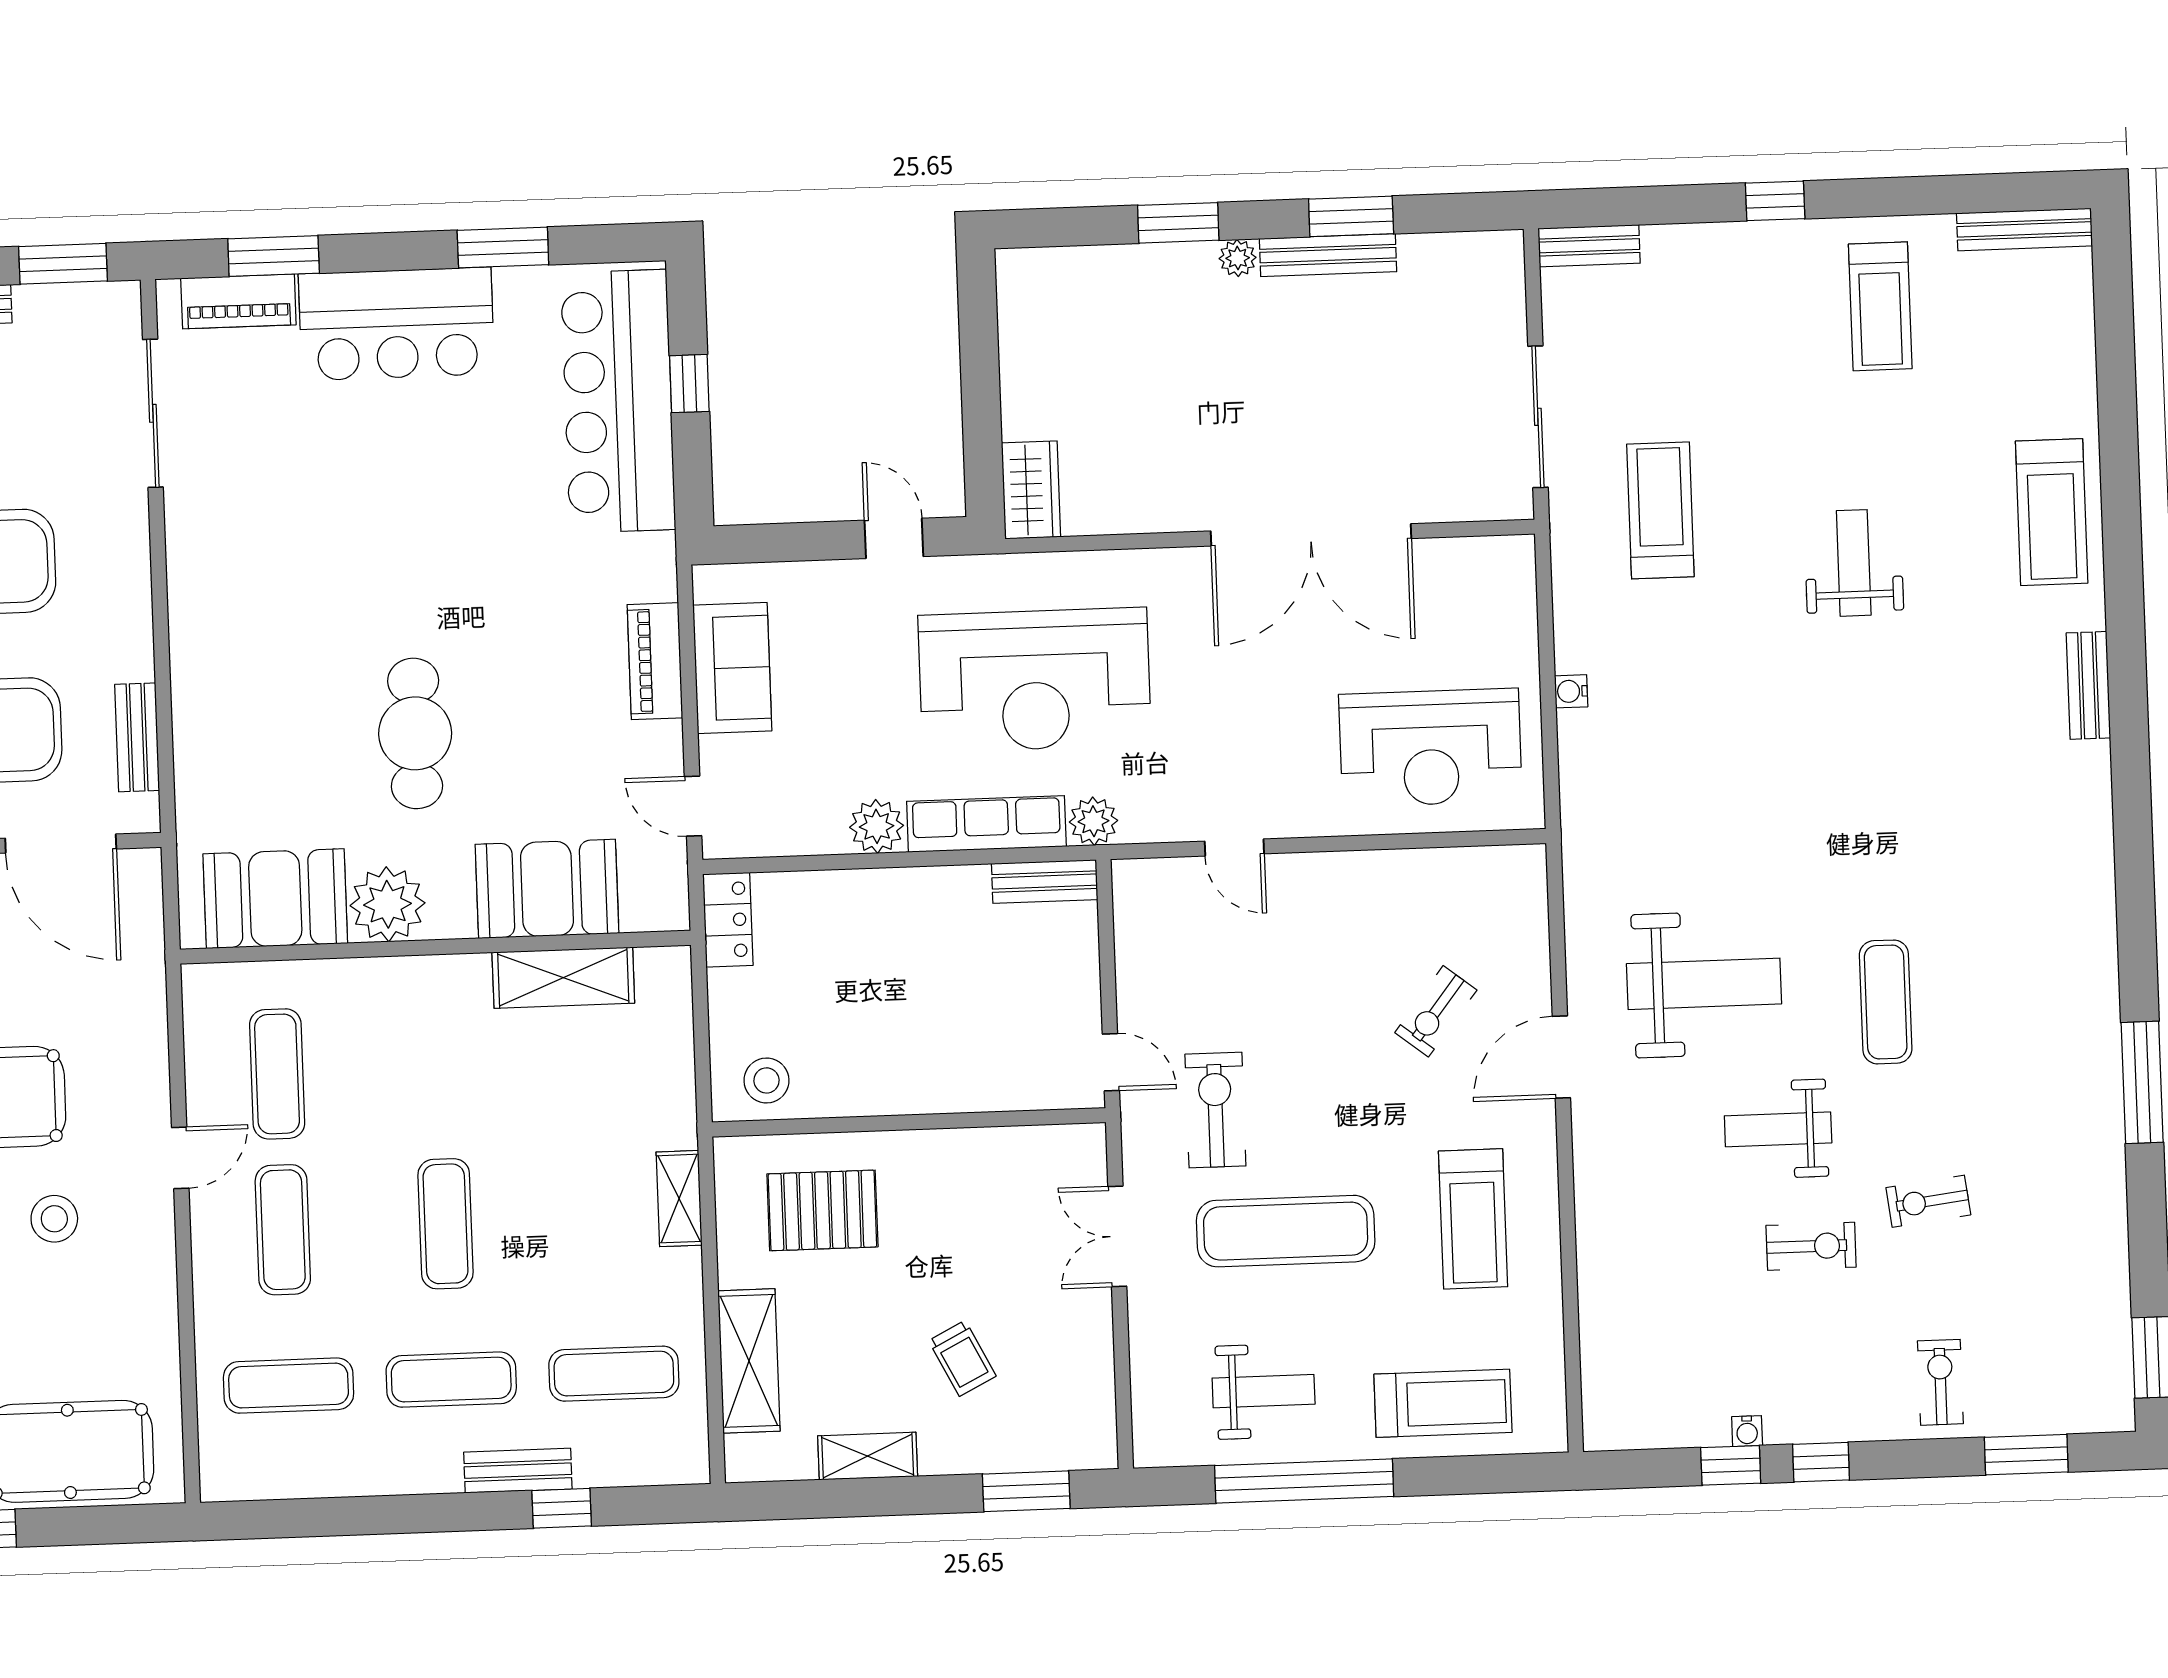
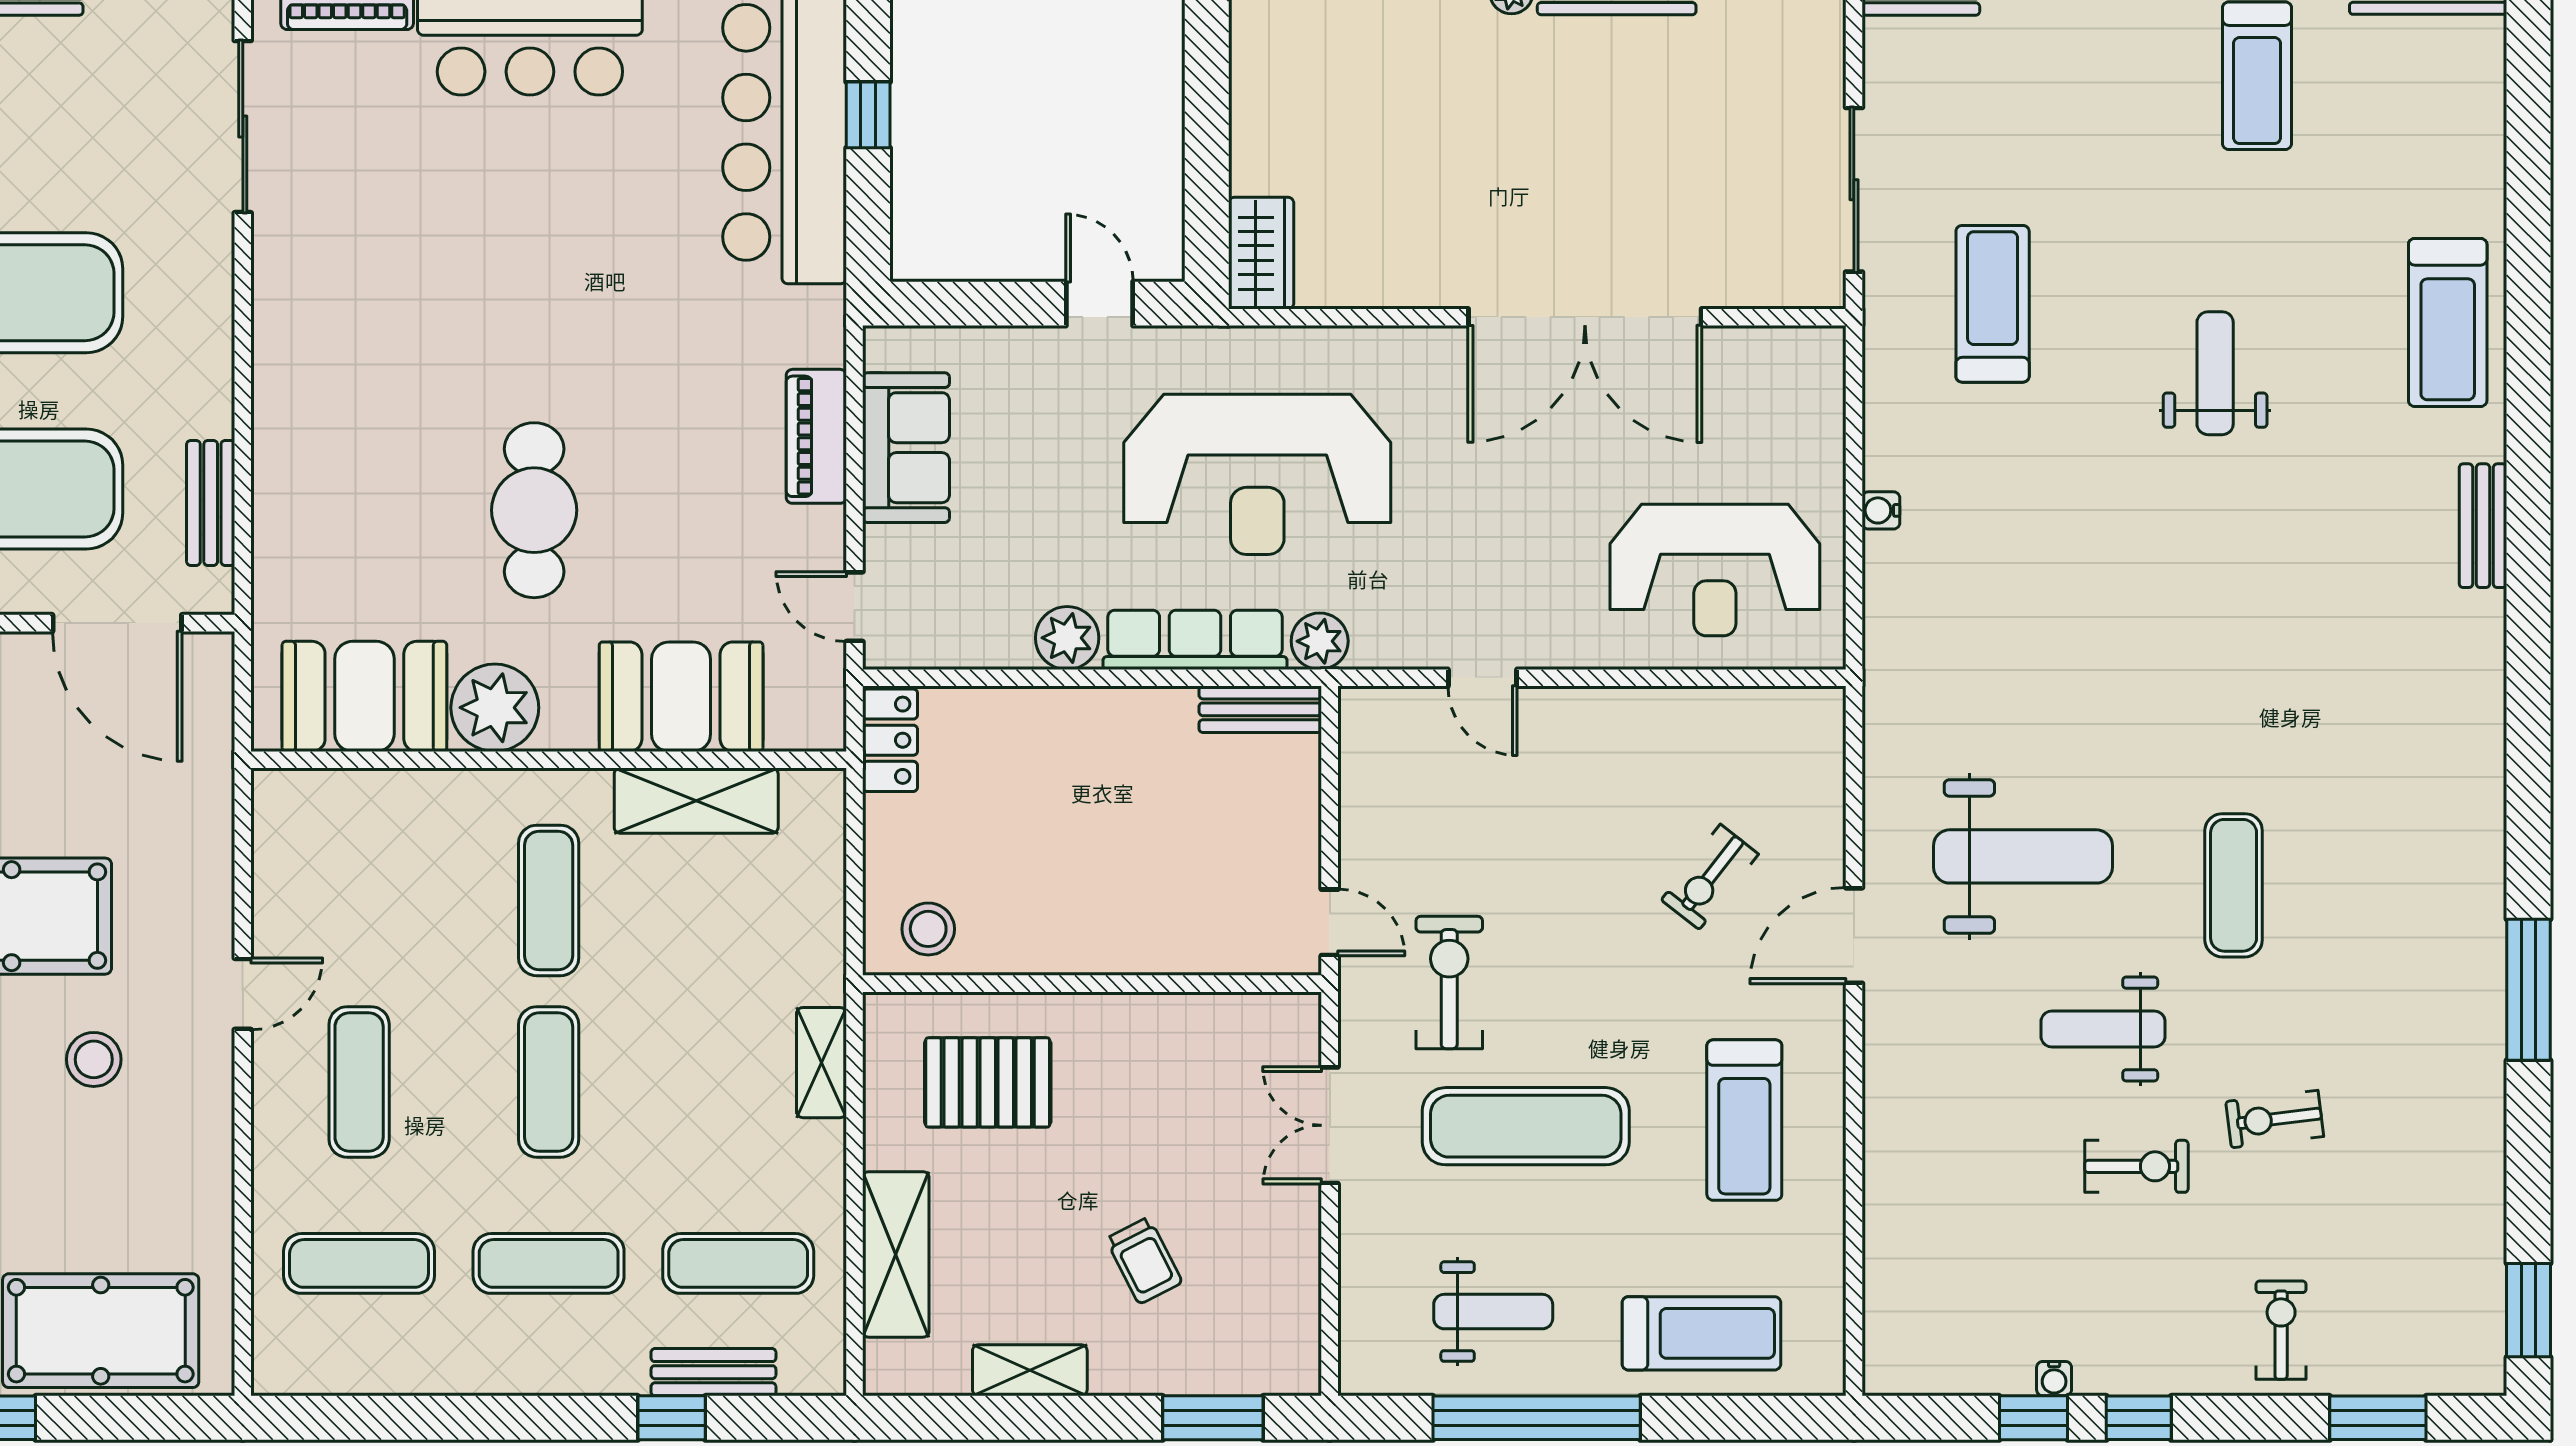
exercise mat: (277, 1074) -> (549, 900), moved
bench: (518, 1471) -> (713, 1372), moved

